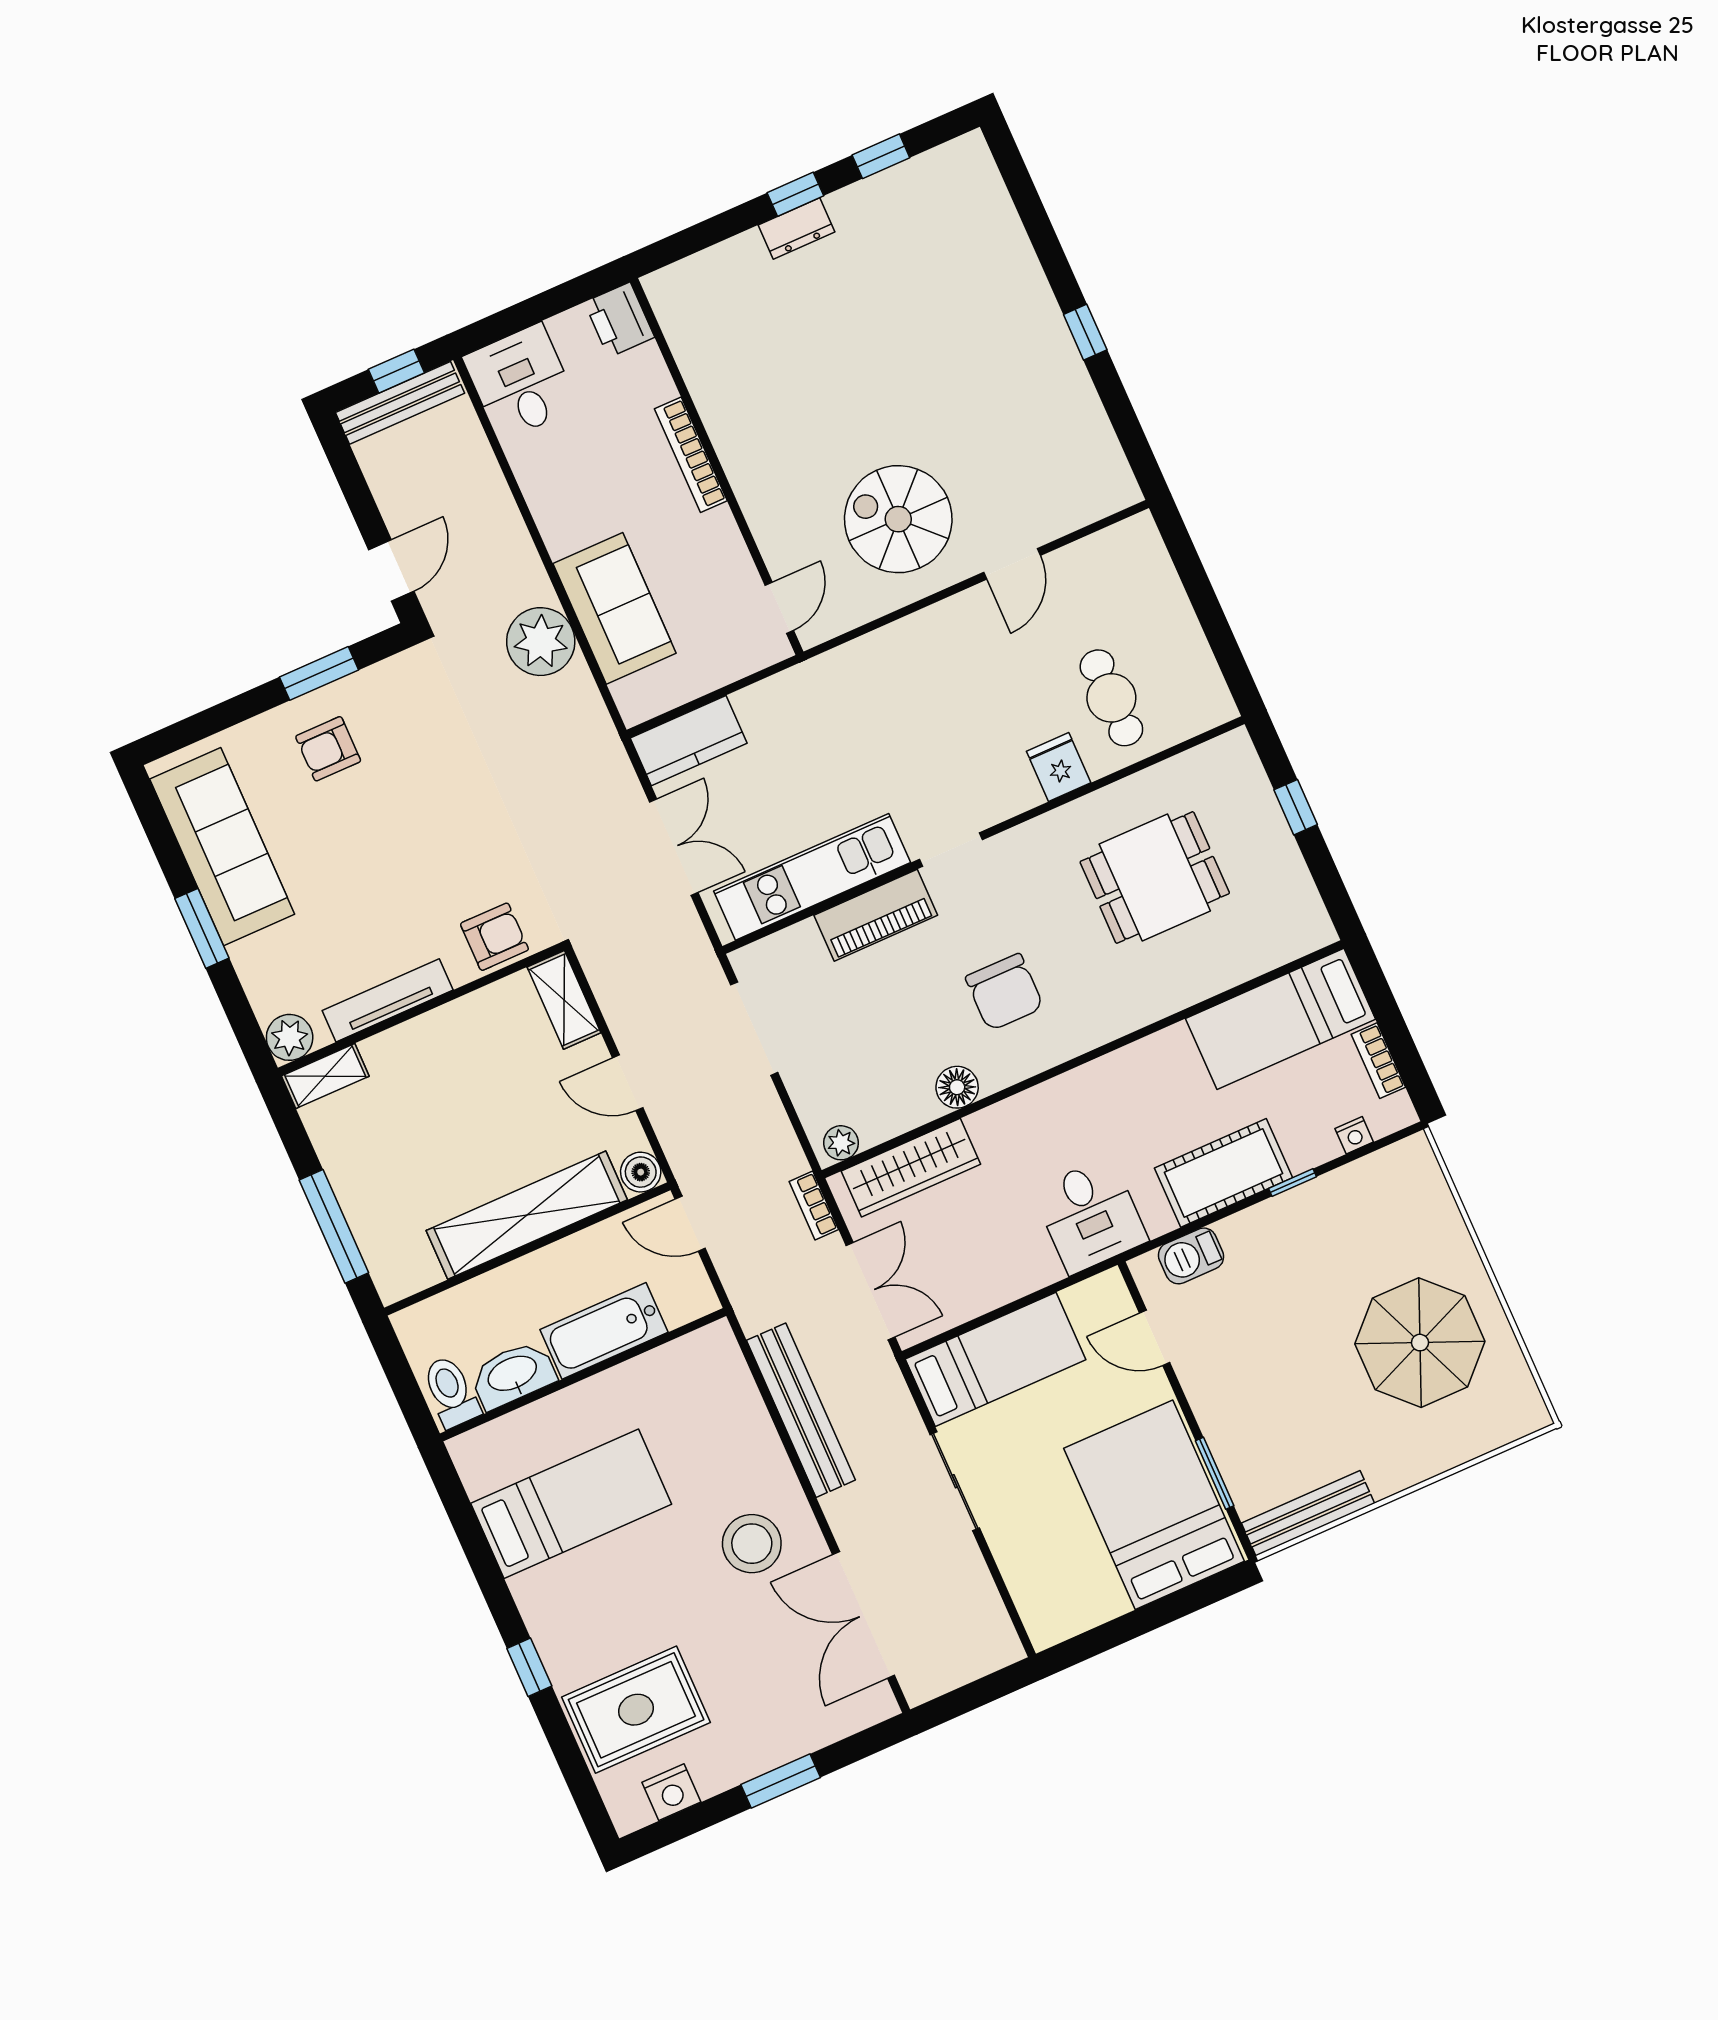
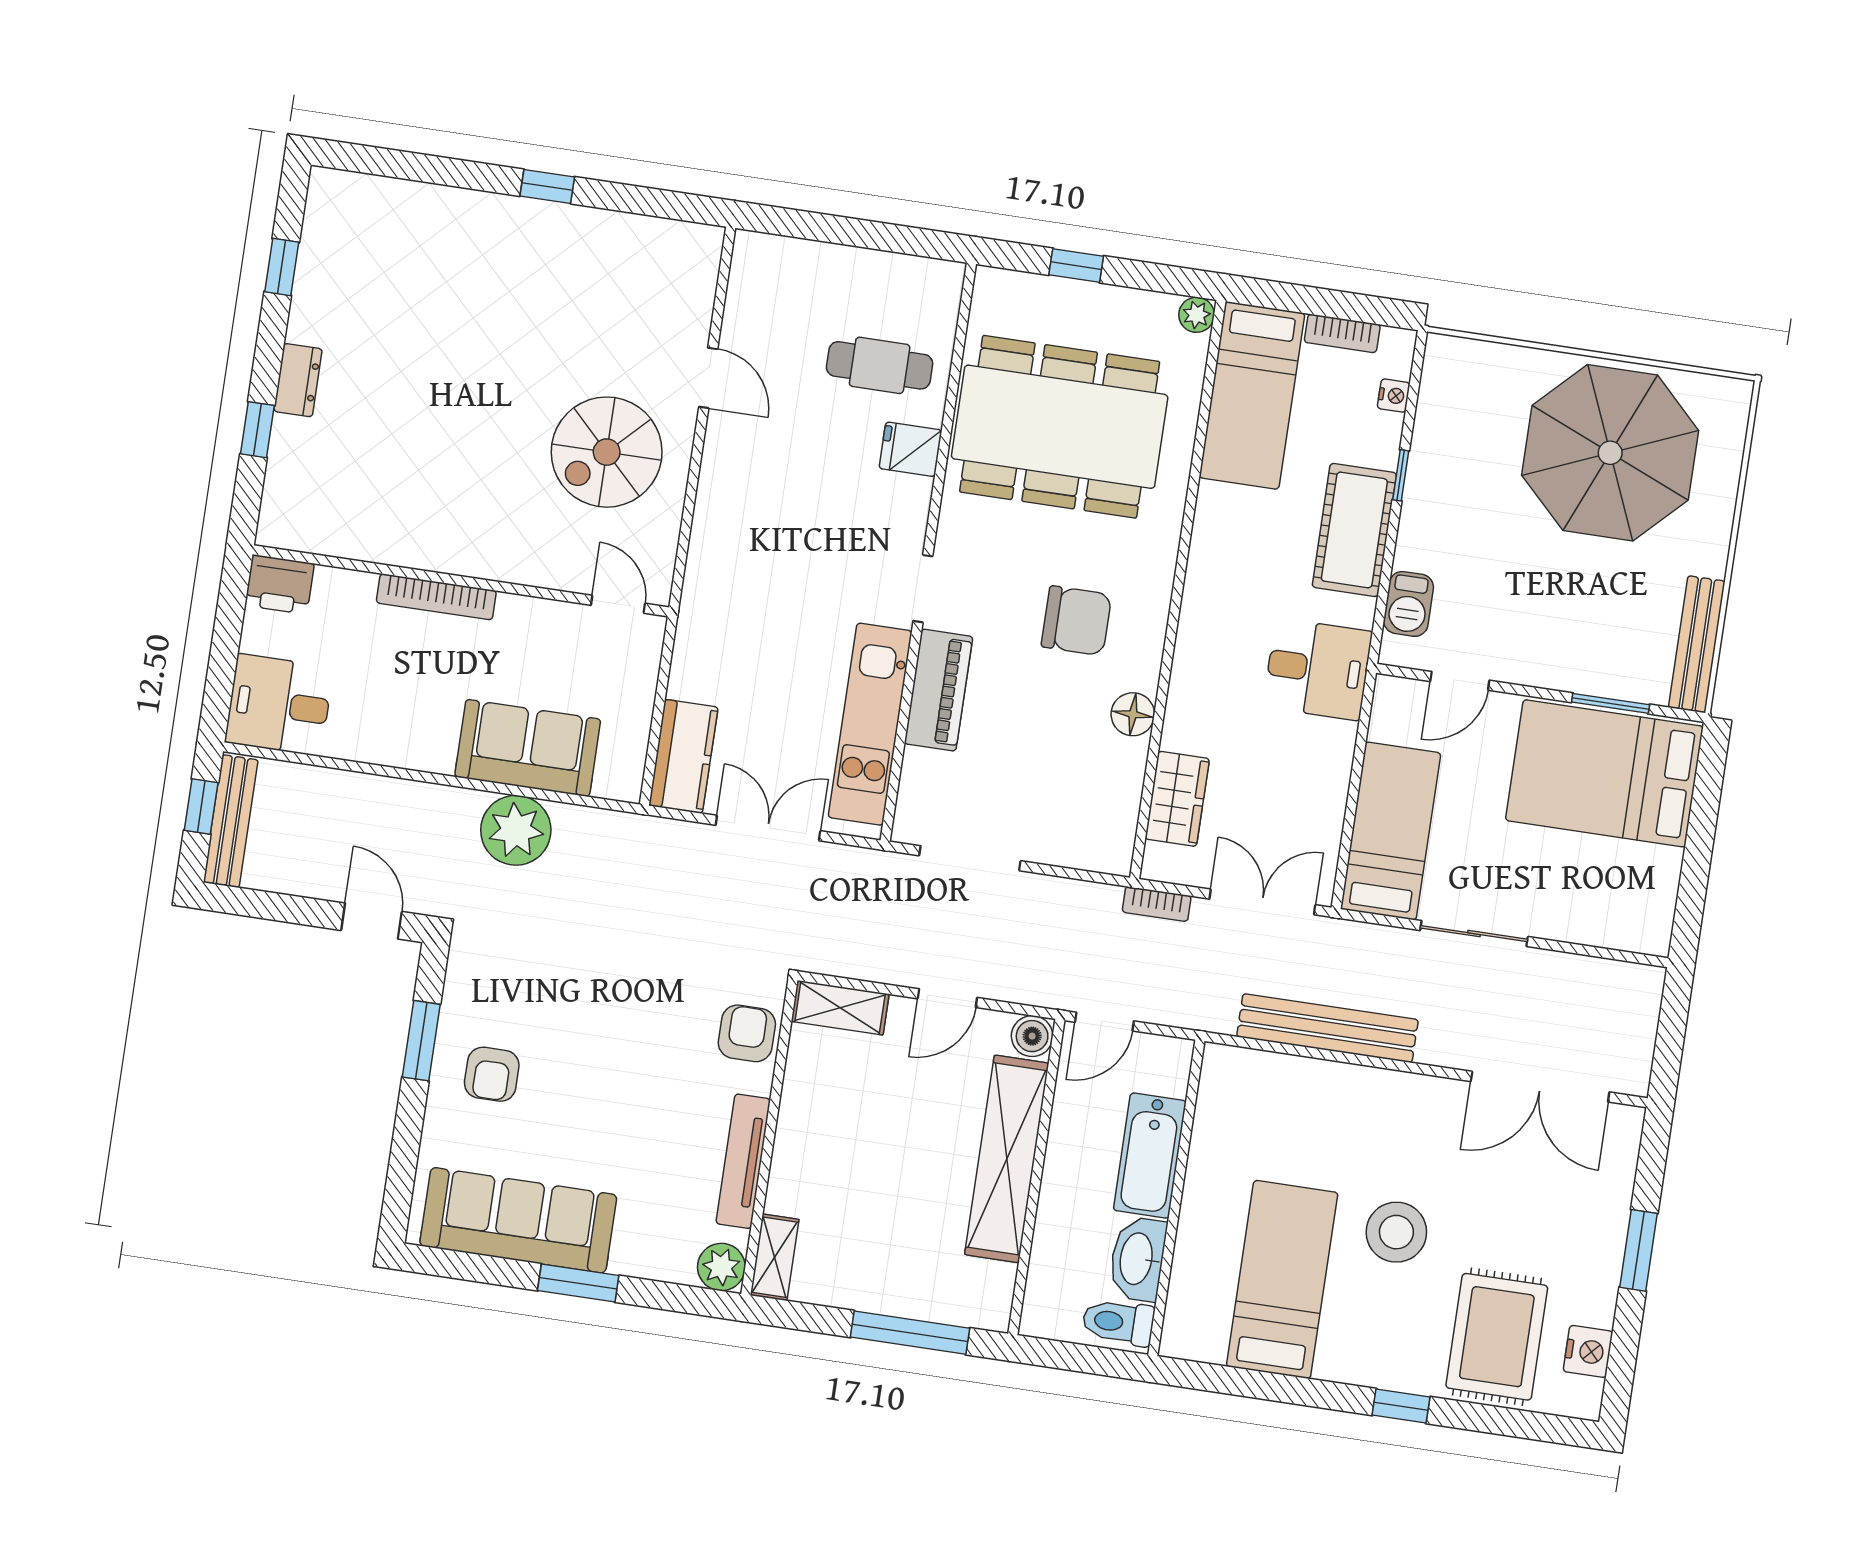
window: (795, 194) -> (257, 430), moved
dining table: (1155, 877) -> (1060, 427), width x1.87, depth x1.24
plant: (841, 1143) -> (1197, 315), moved
wardrobe: (911, 1168) -> (1177, 799), width x0.67
parasol: (1420, 1343) -> (1610, 453), width x1.36, depth x1.36
stool: (752, 1544) -> (1396, 1232), moved

